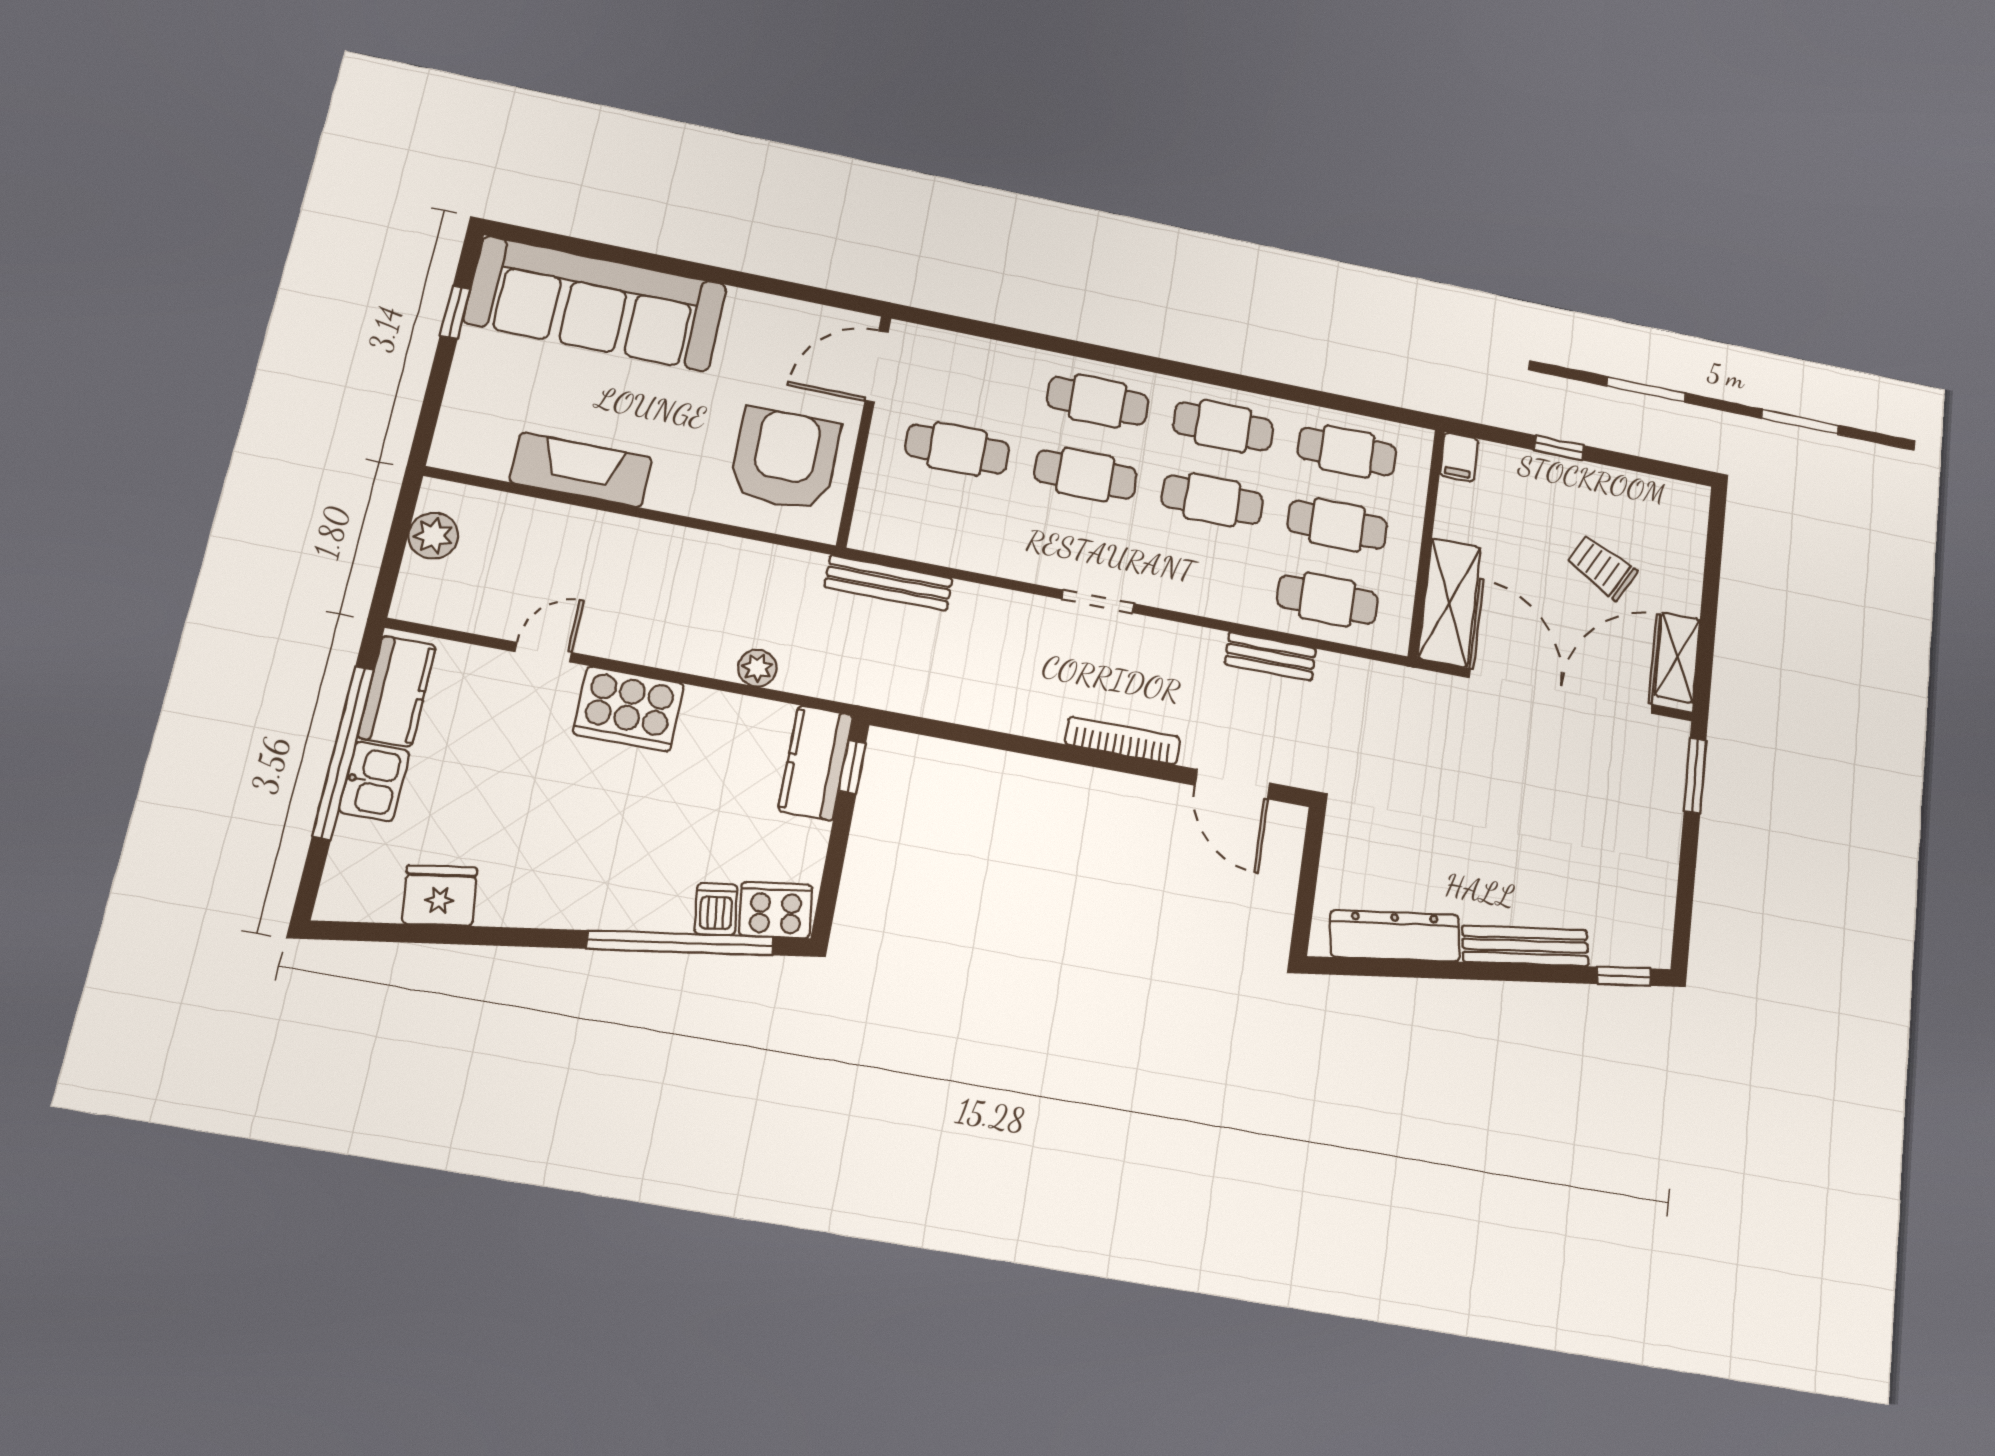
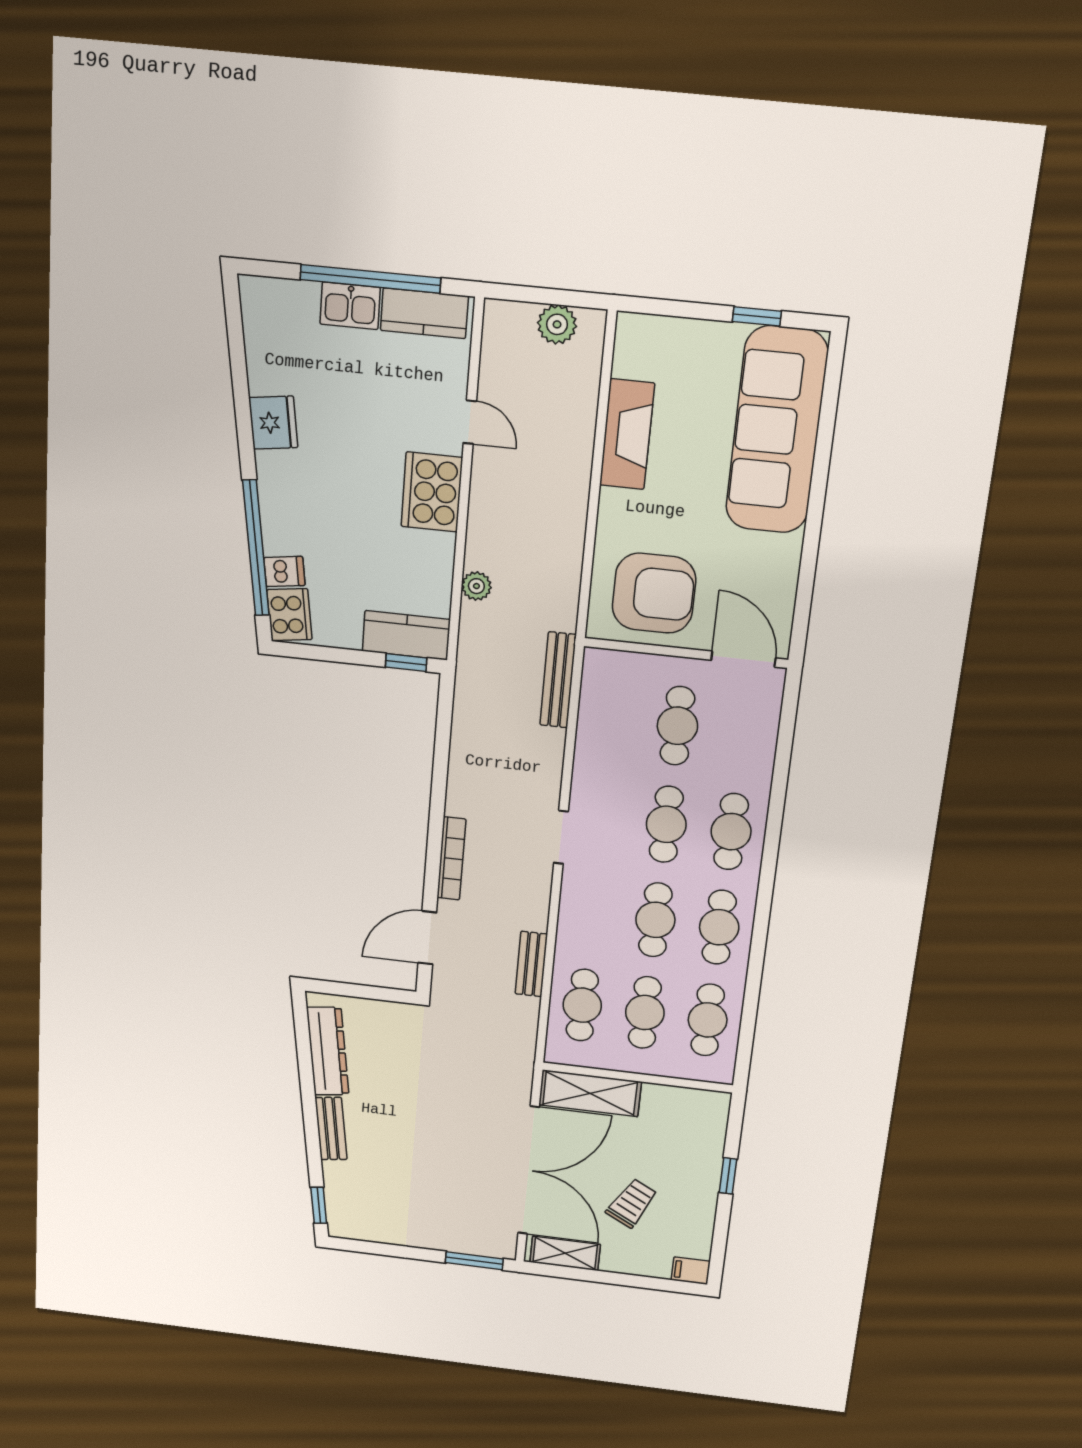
filing cabinet: (1459, 457) -> (691, 1271), moved
fridge: (440, 896) -> (273, 423), moved
bench: (1525, 946) -> (331, 1129), width x0.73

